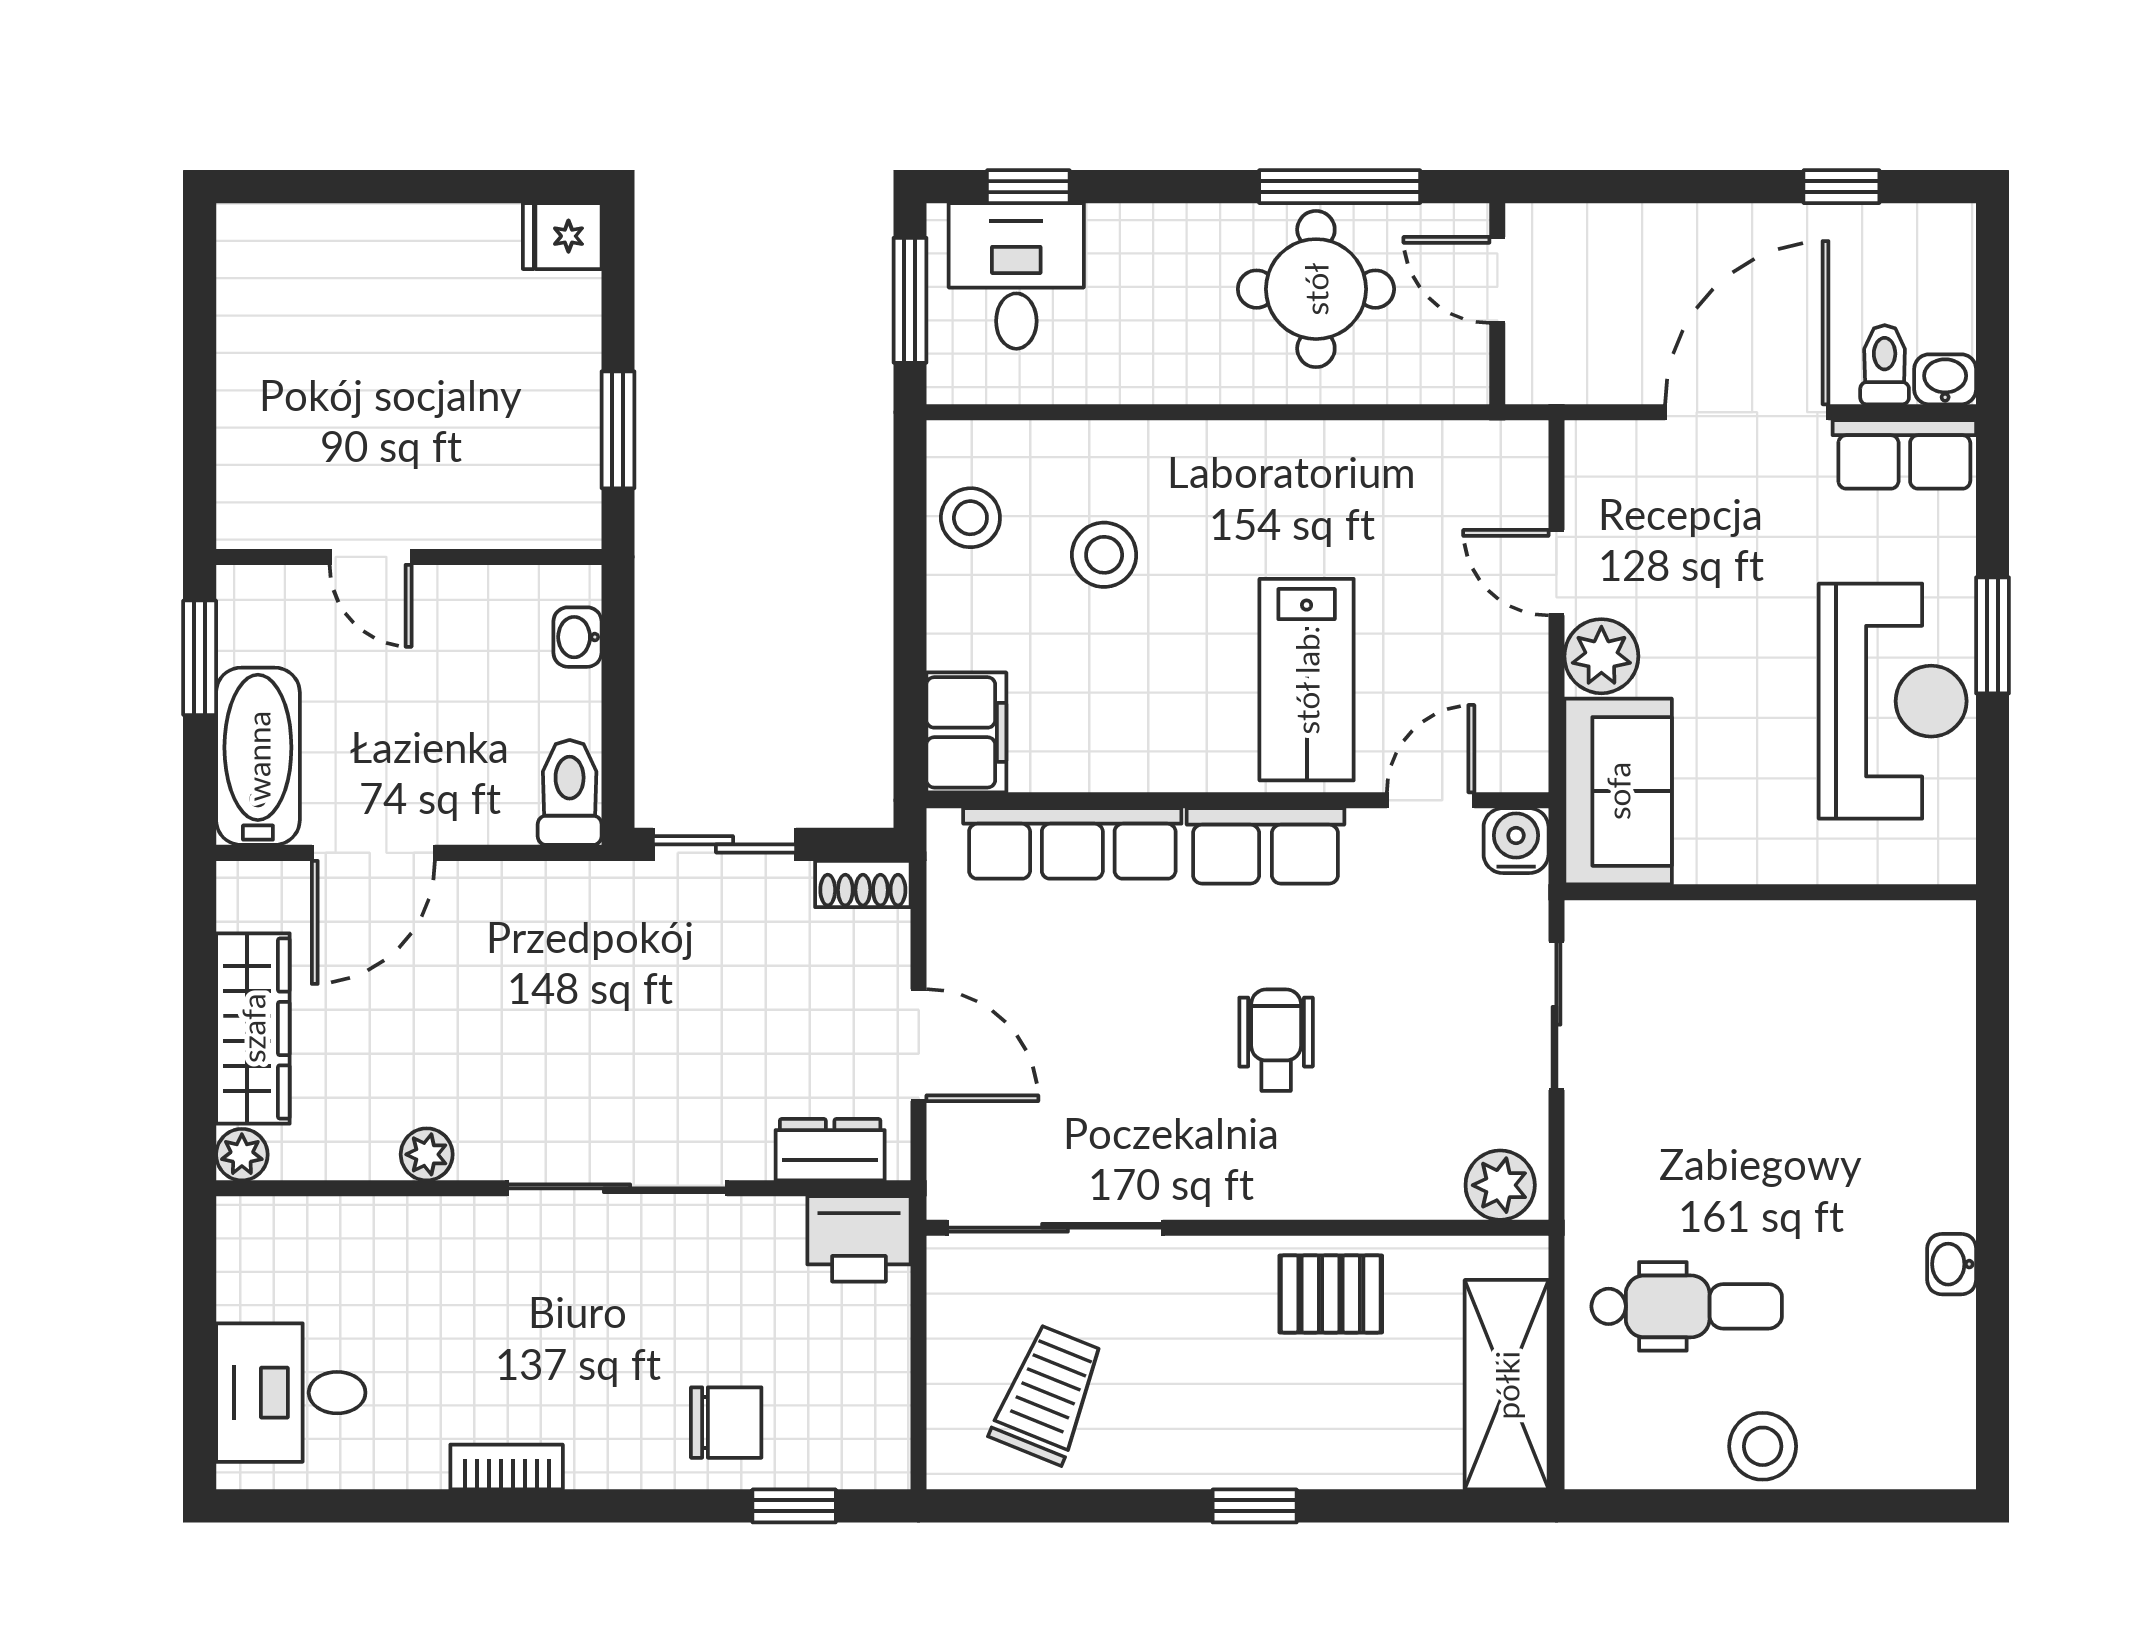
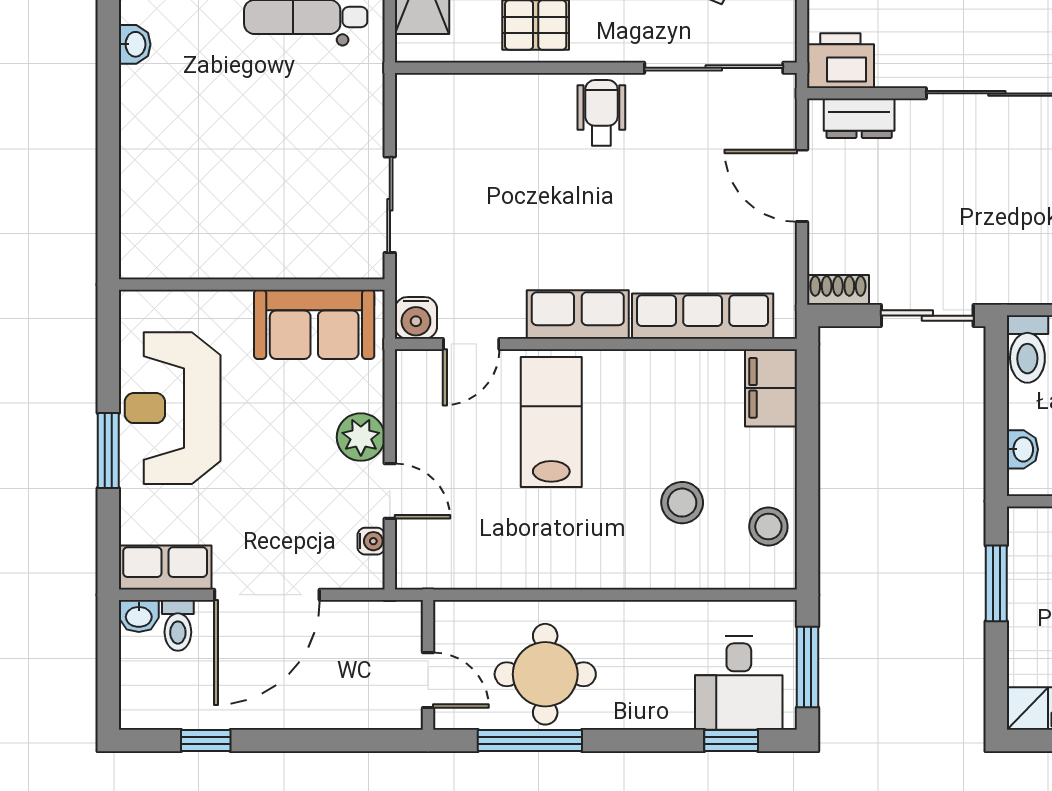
water cooler: (1585, 495) -> (371, 541), added
sofa: (1618, 791) -> (314, 324), moved, turned -90
wheelchair: (1276, 1040) -> (601, 113), moved, turned 180
plant: (1500, 1185) -> (426, 95), removed

